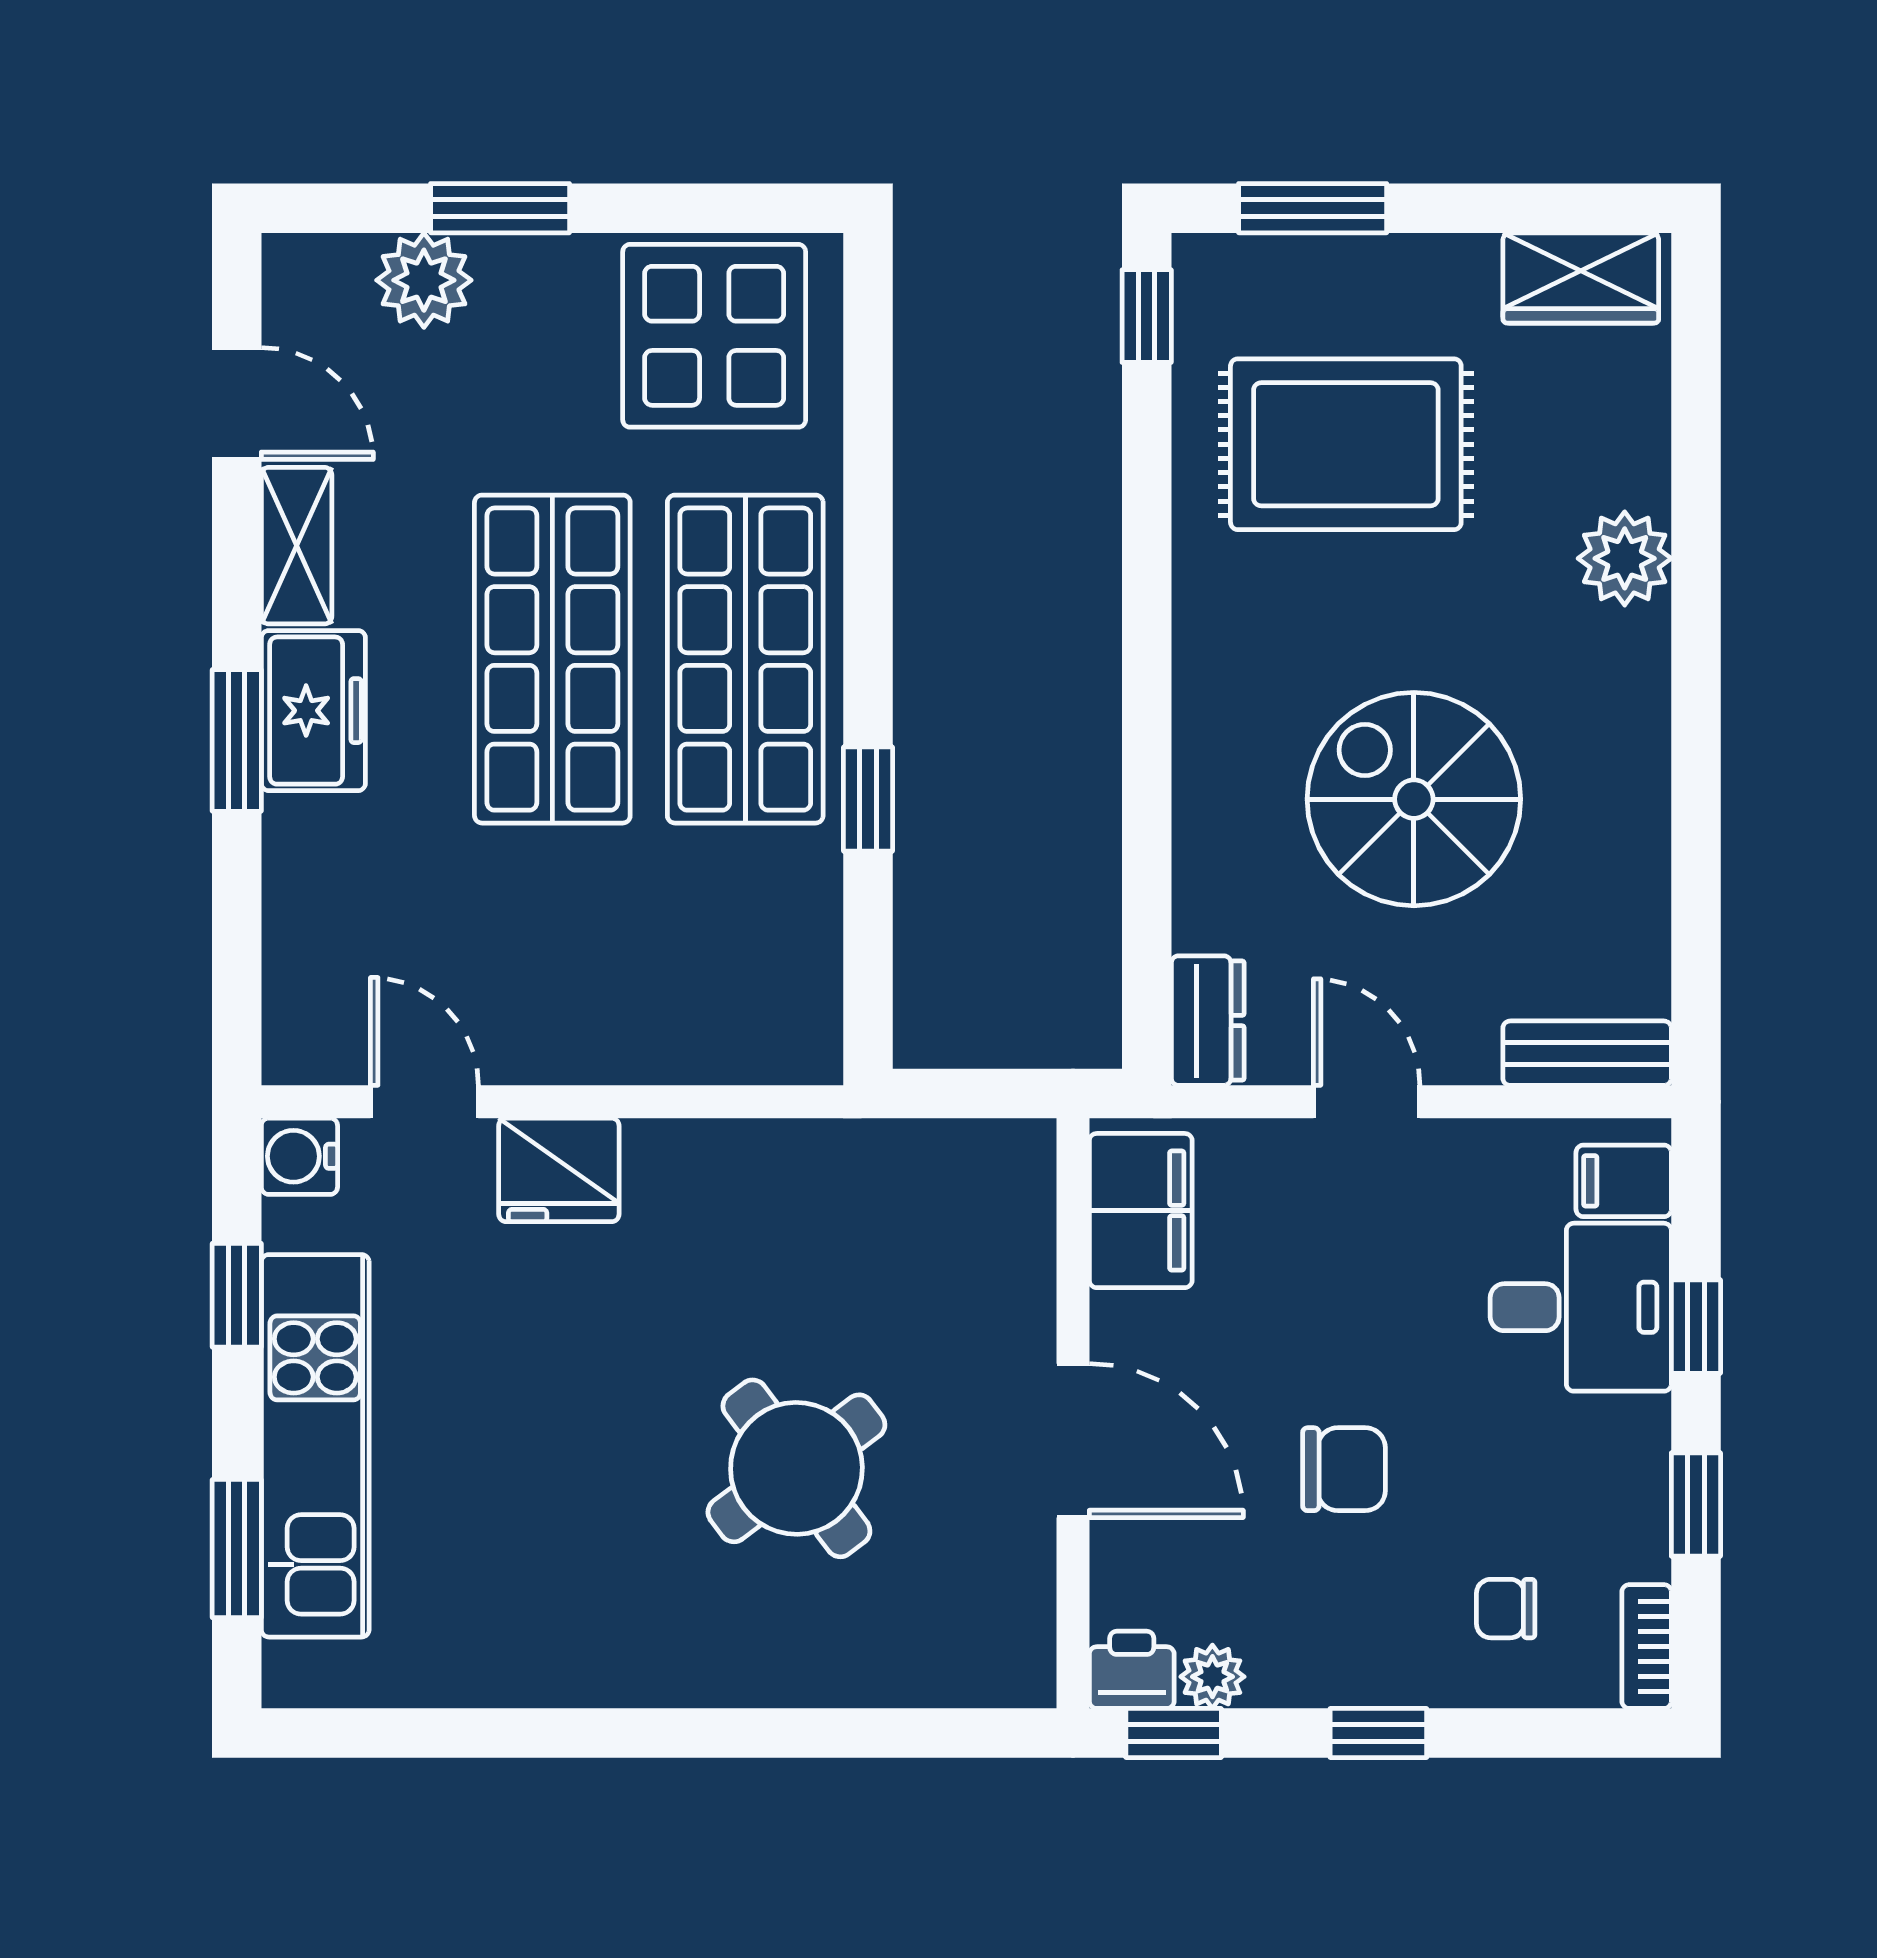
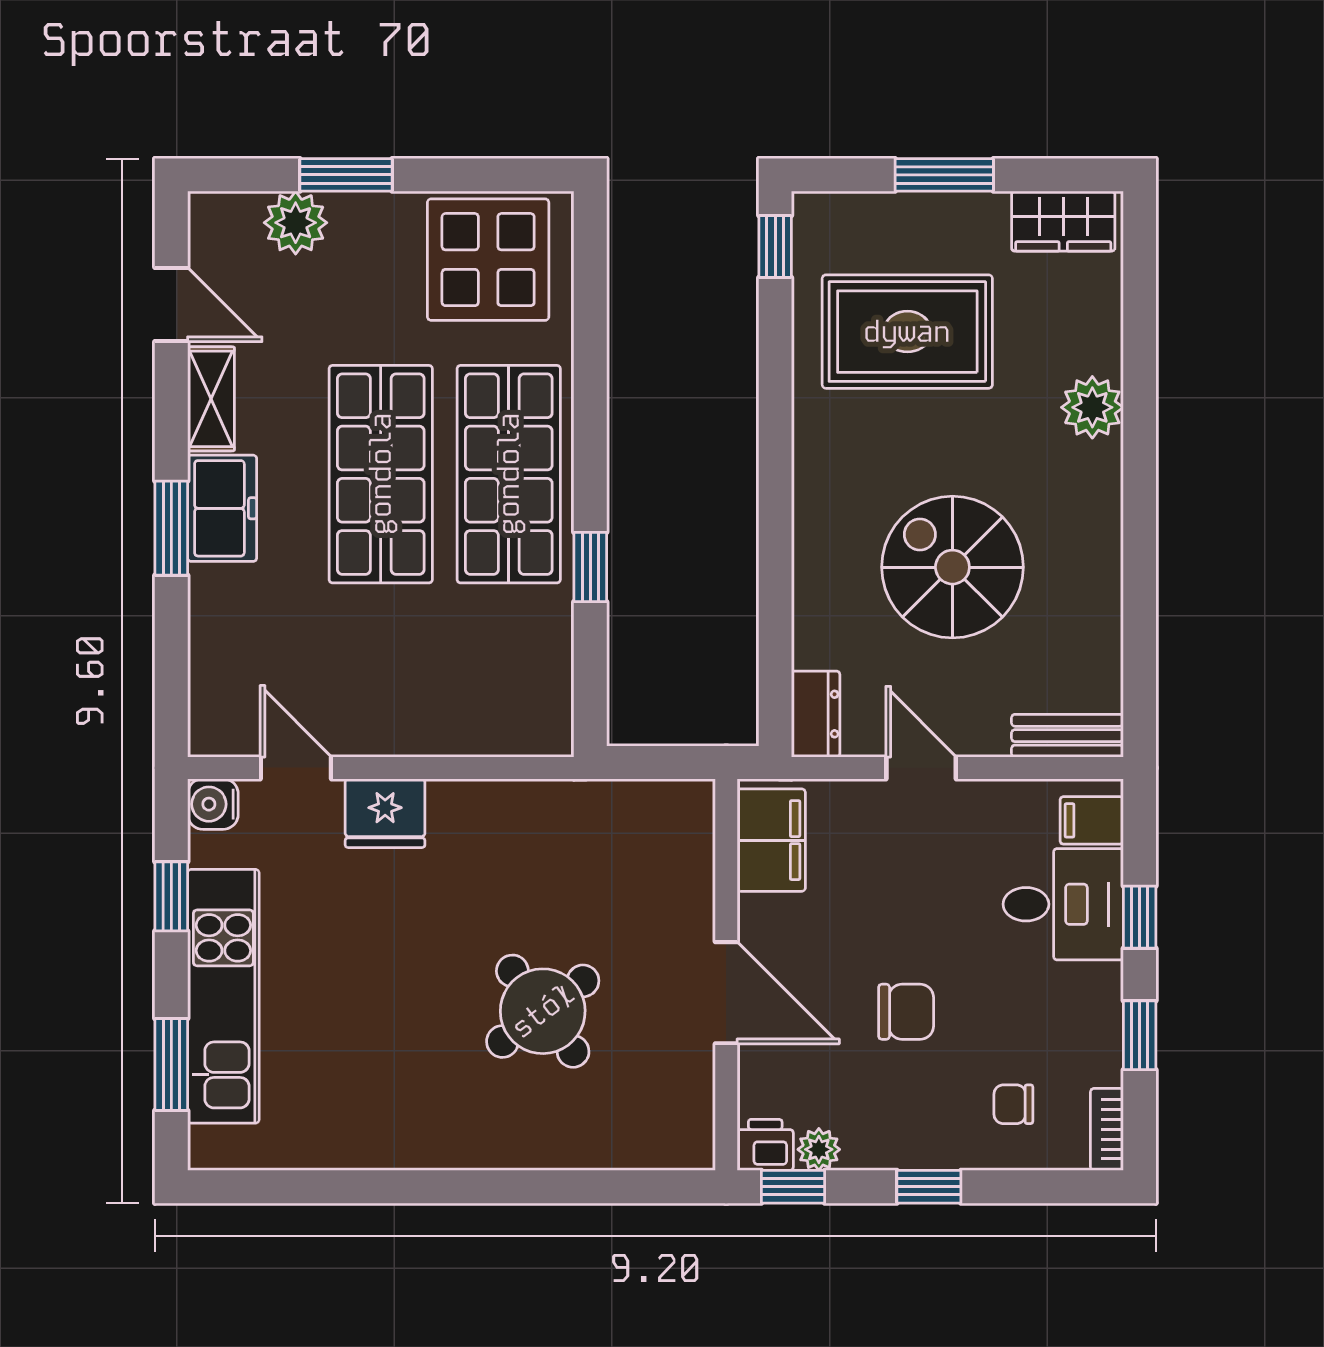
window: (1313, 208) -> (944, 175), moved

